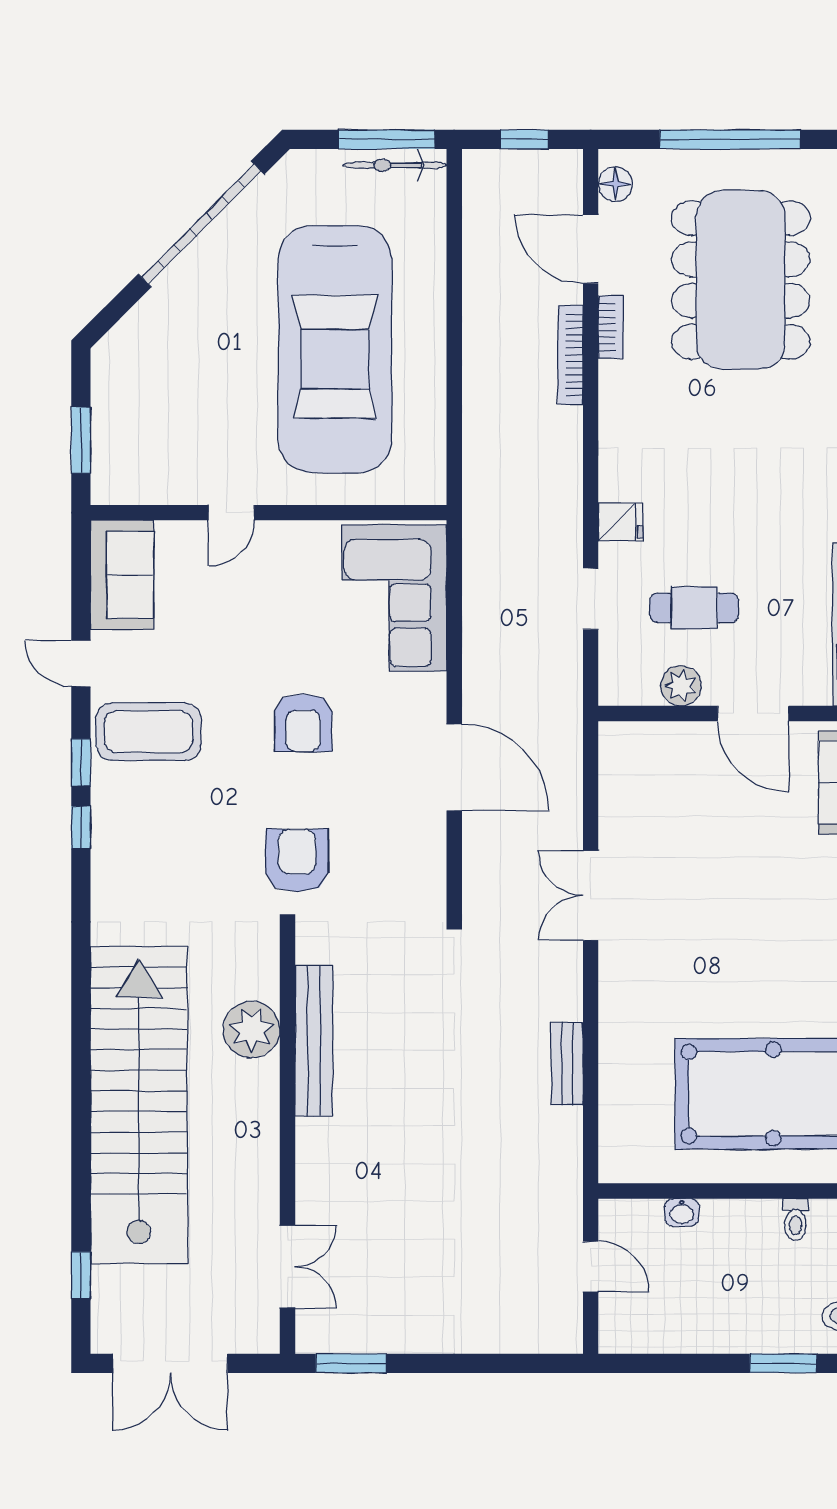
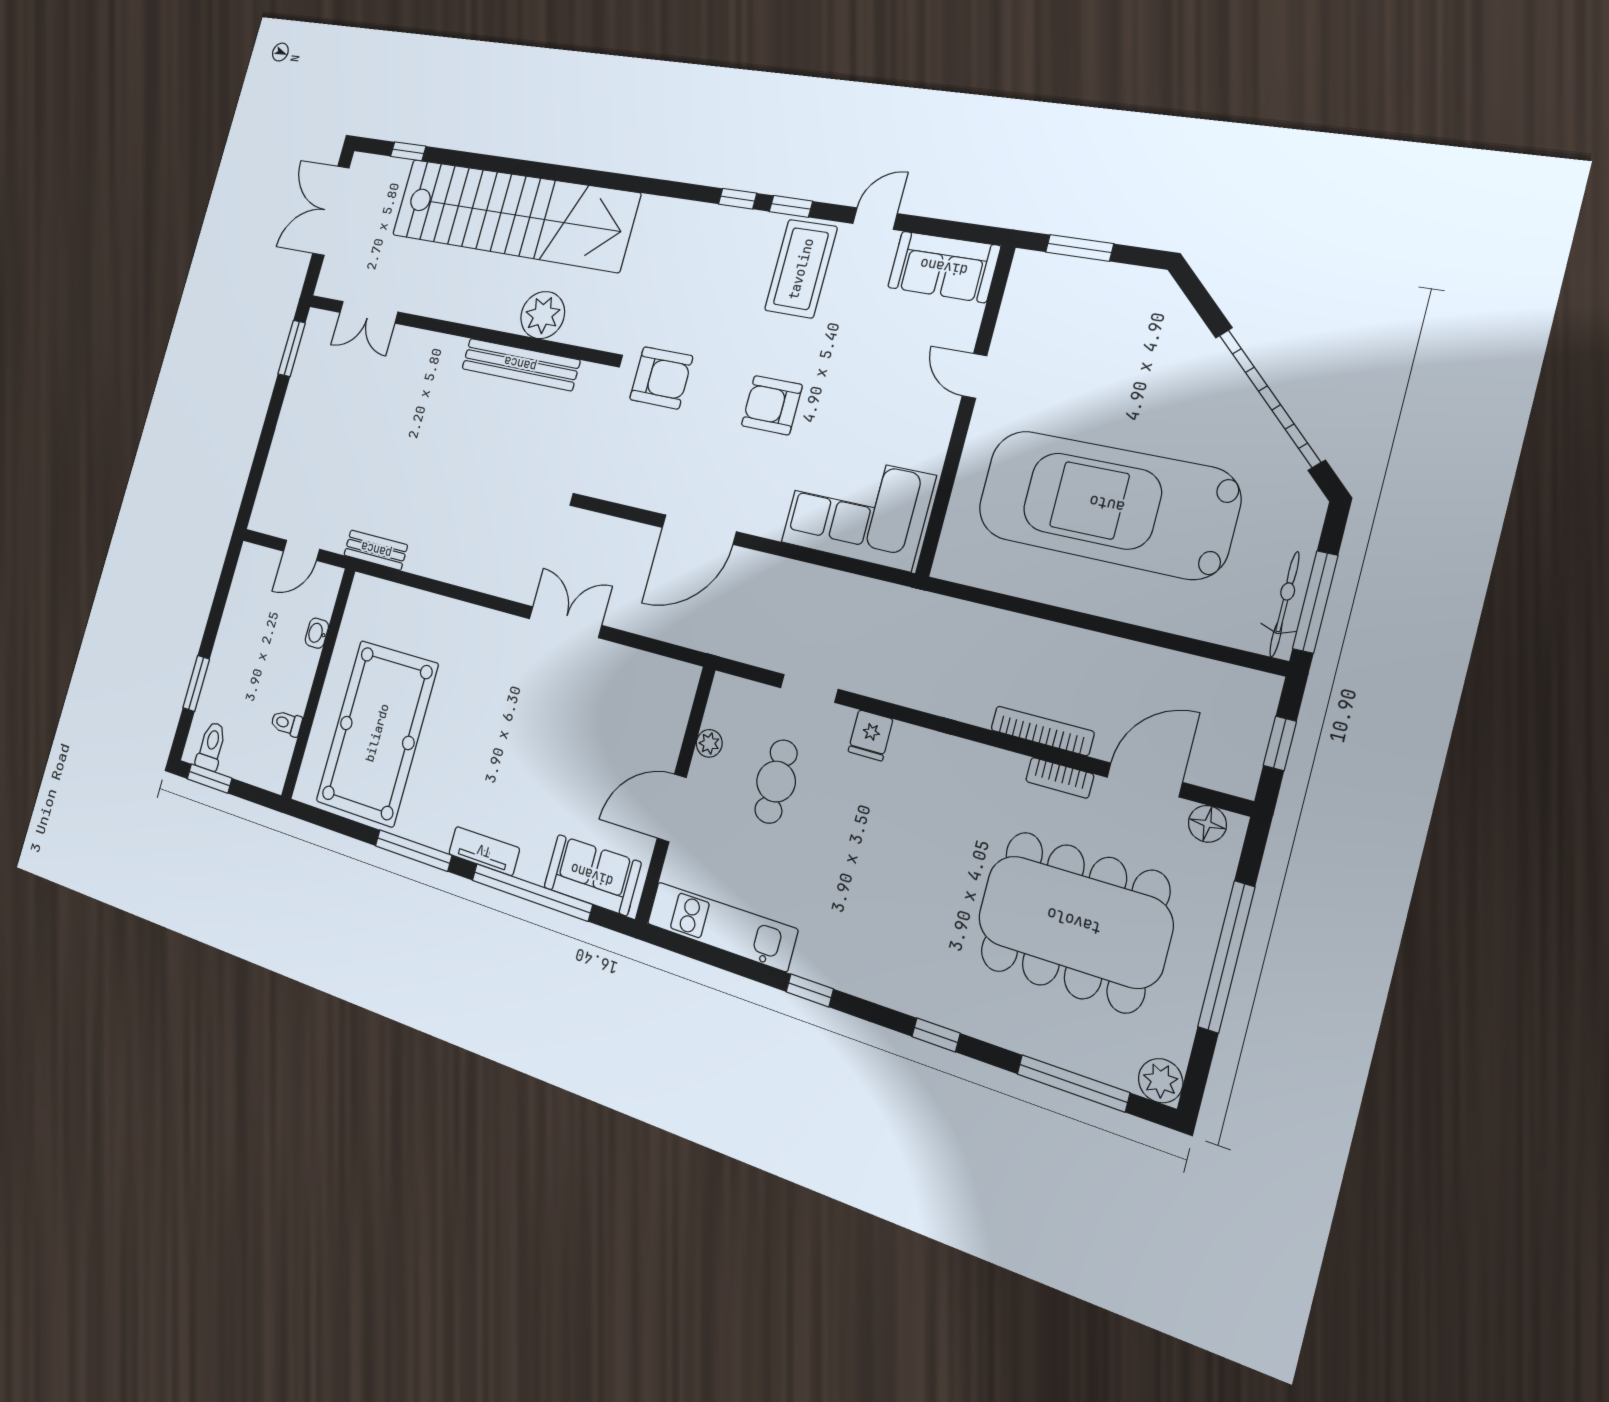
plant: (681, 686) -> (709, 743), width x0.73, depth x0.73
bench: (567, 1064) -> (376, 550), moved

